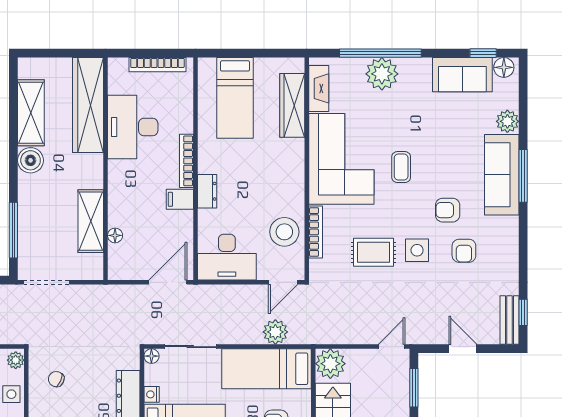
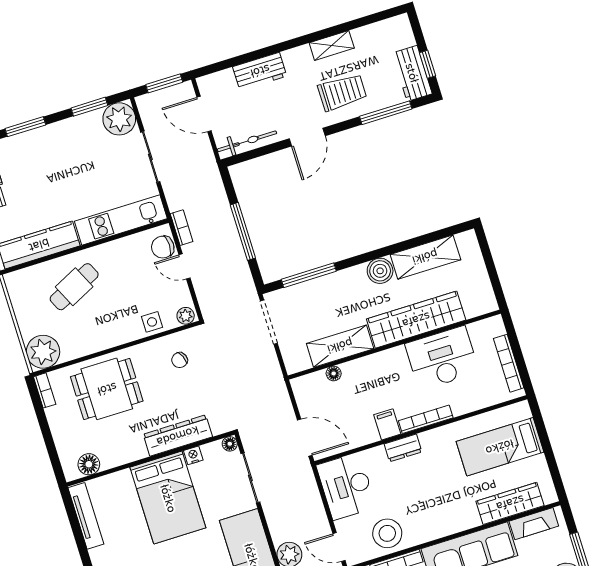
wardrobe: (88, 105) -> (416, 320), moved
chair: (56, 379) -> (180, 360), turned -137

